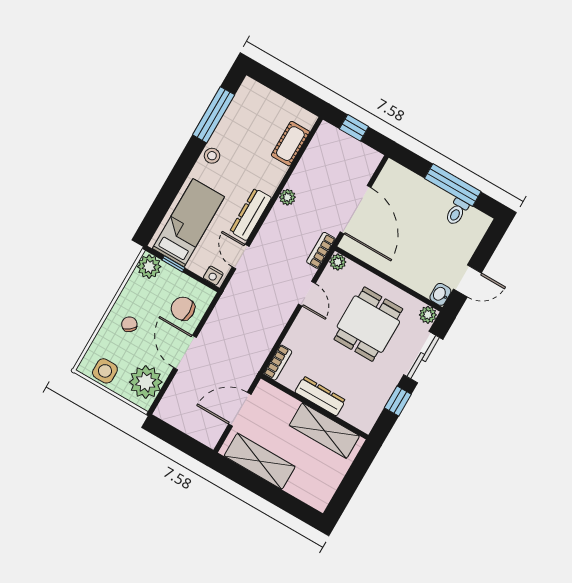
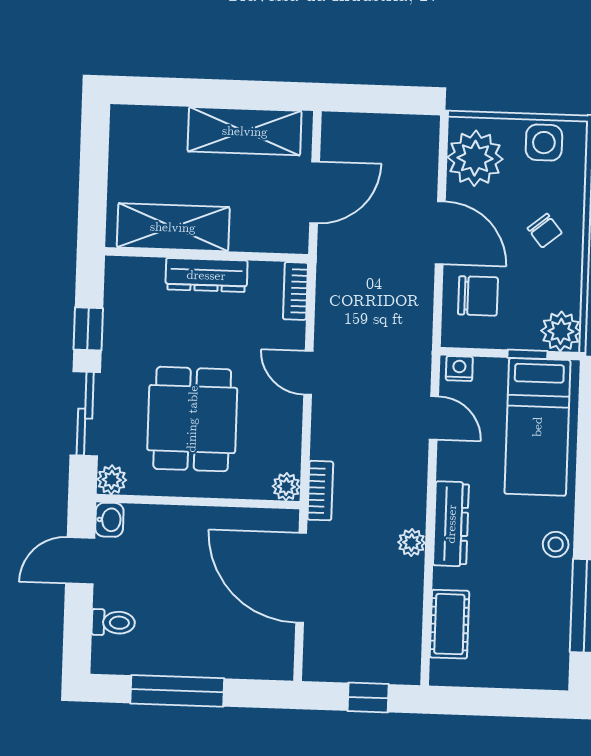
toilet: (457, 212) -> (113, 623), moved, turned 90
dresser: (251, 215) -> (451, 524), moved
door: (307, 294) -> (308, 373), moved

